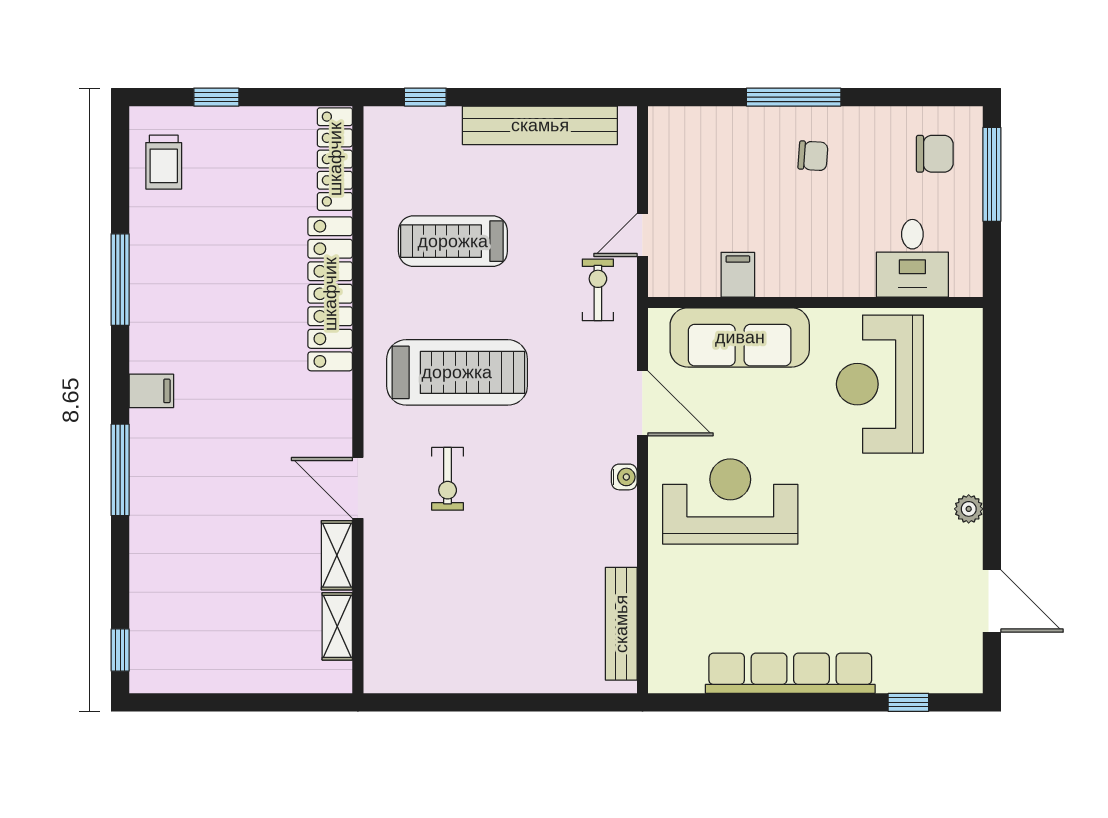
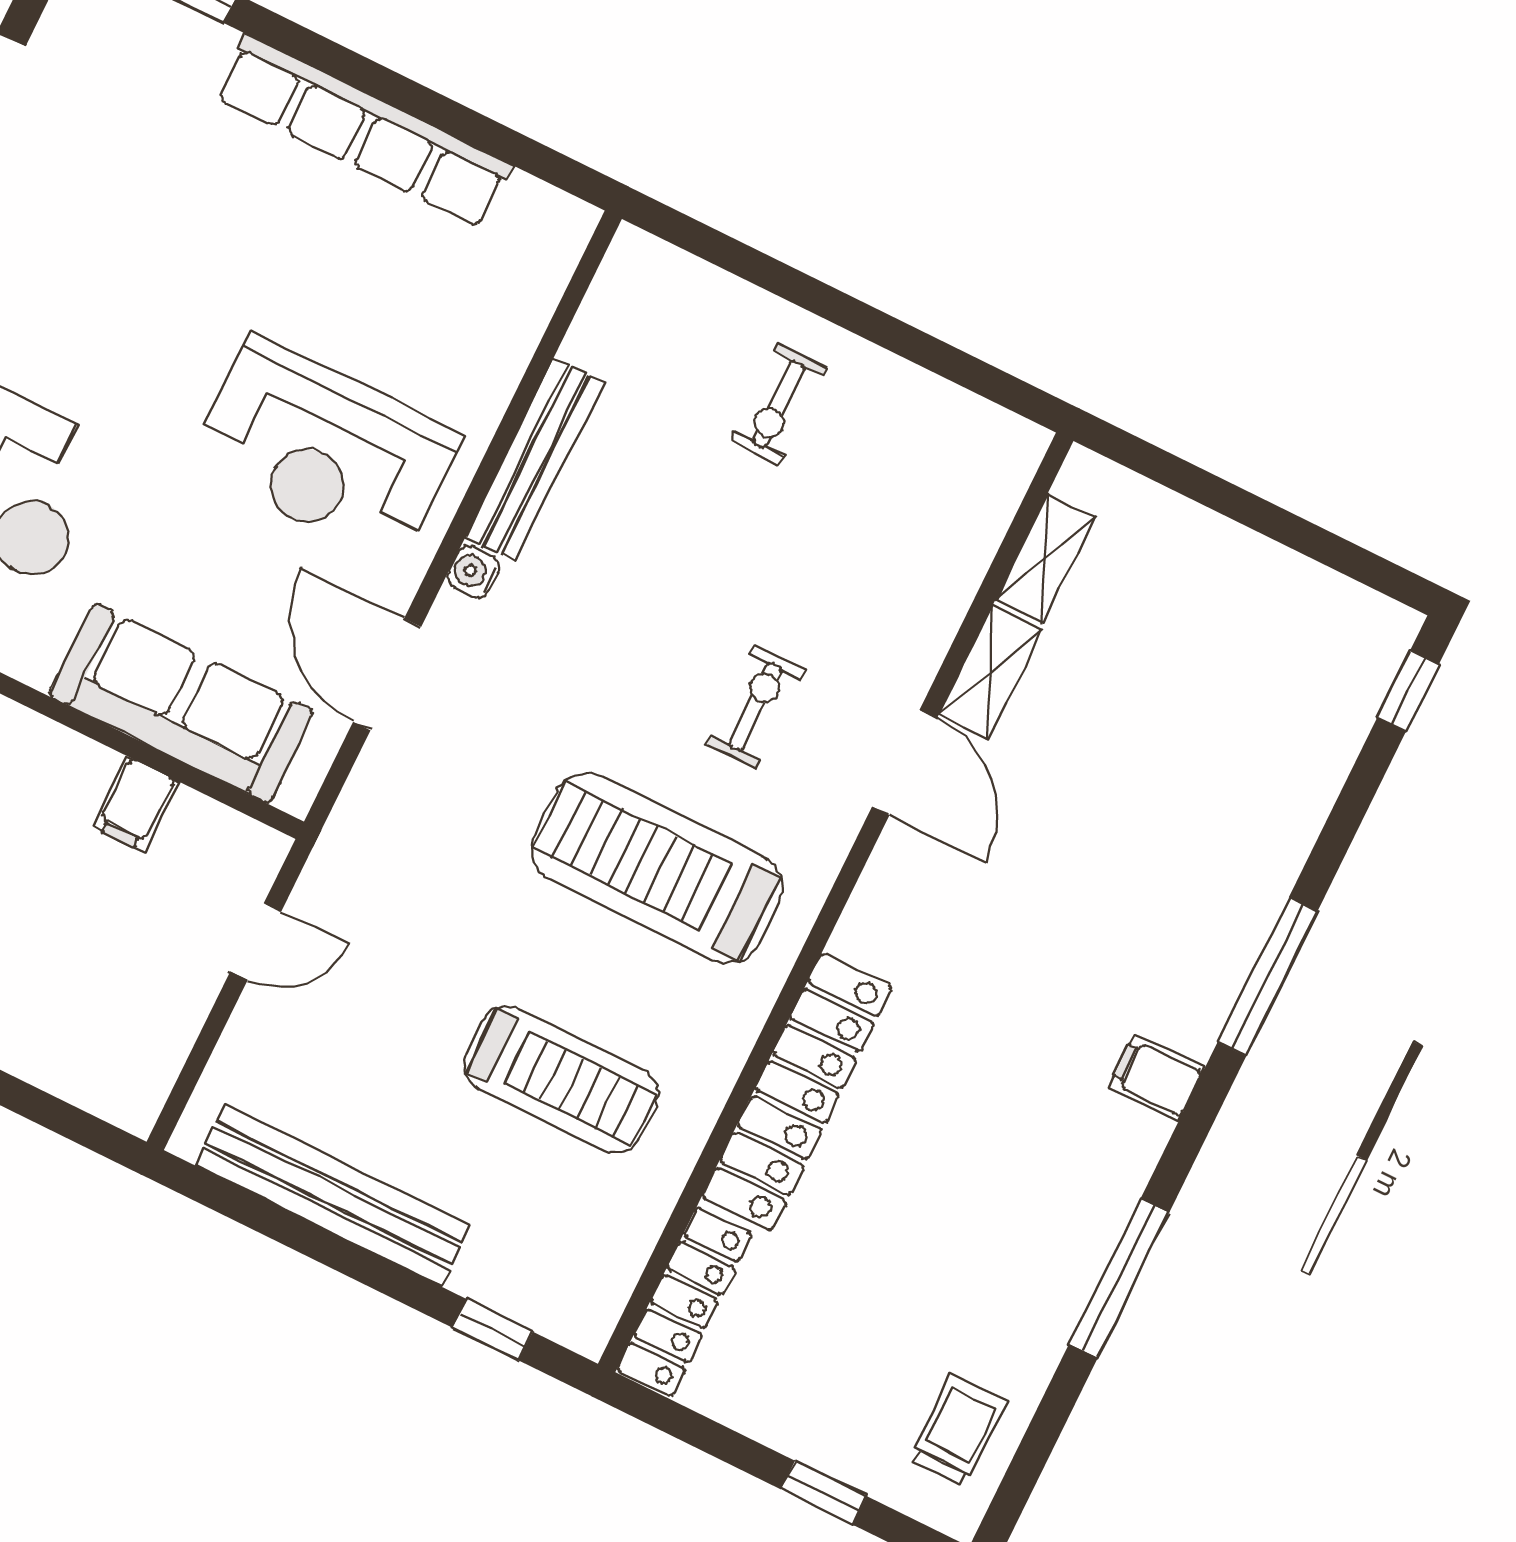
exercise bike: (598, 290) -> (778, 404), moved
bench: (621, 624) -> (534, 460), moved

